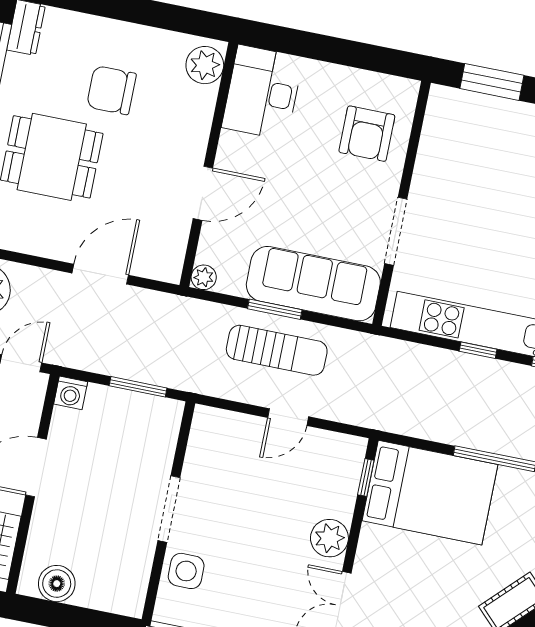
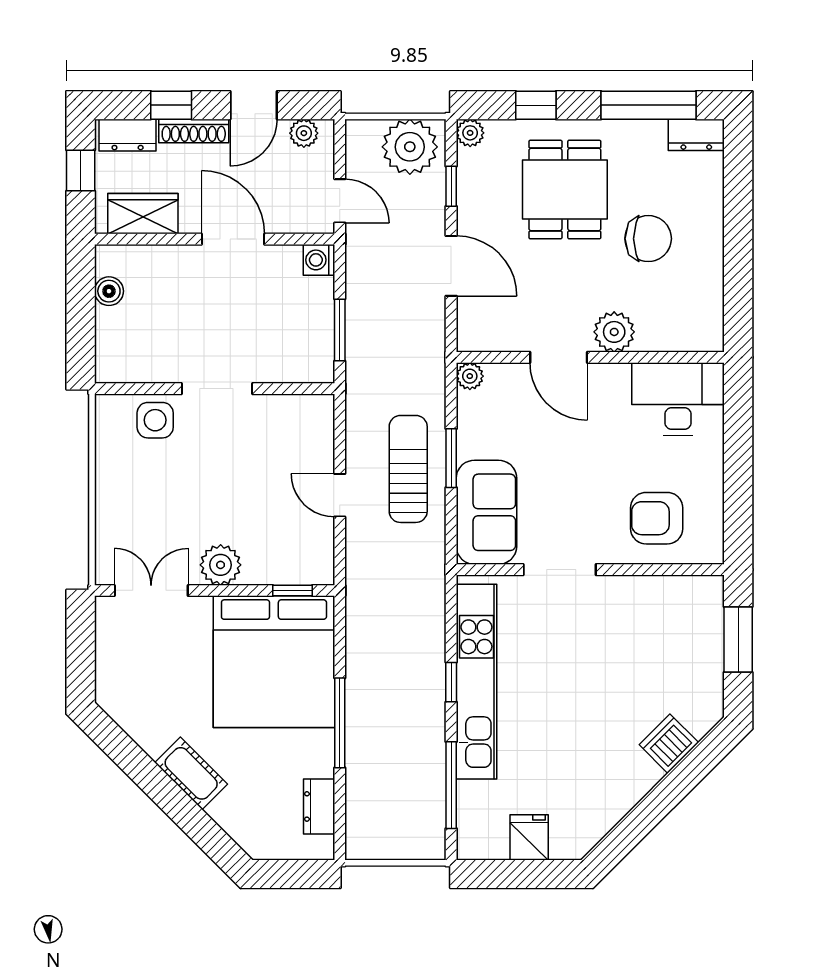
plant: (205, 65) -> (614, 332), moved
chair: (111, 90) -> (648, 239), turned 90
window: (28, 260) -> (451, 186), added
sofa: (313, 284) -> (486, 512), width x0.73
sun lounger: (277, 350) -> (408, 469), turned 180
bed: (430, 493) -> (274, 662), width x1.36
boiler: (57, 584) -> (109, 291), width x0.73, depth x0.73

